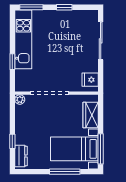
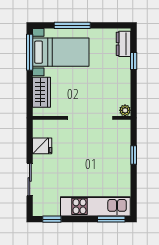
window: (64, 7) -> (52, 219), moved
kitchen unit: (23, 39) -> (95, 206), moved, turned 90
sliding door: (101, 41) -> (30, 179), width x0.73
fridge: (90, 80) -> (42, 146), moved

